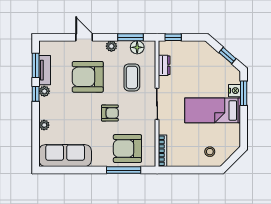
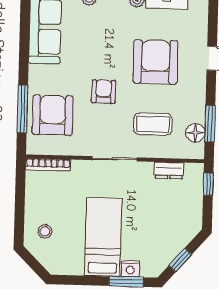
plant: (111, 46) -> (198, 96), removed
armchair: (110, 113) -> (104, 92), turned 180

